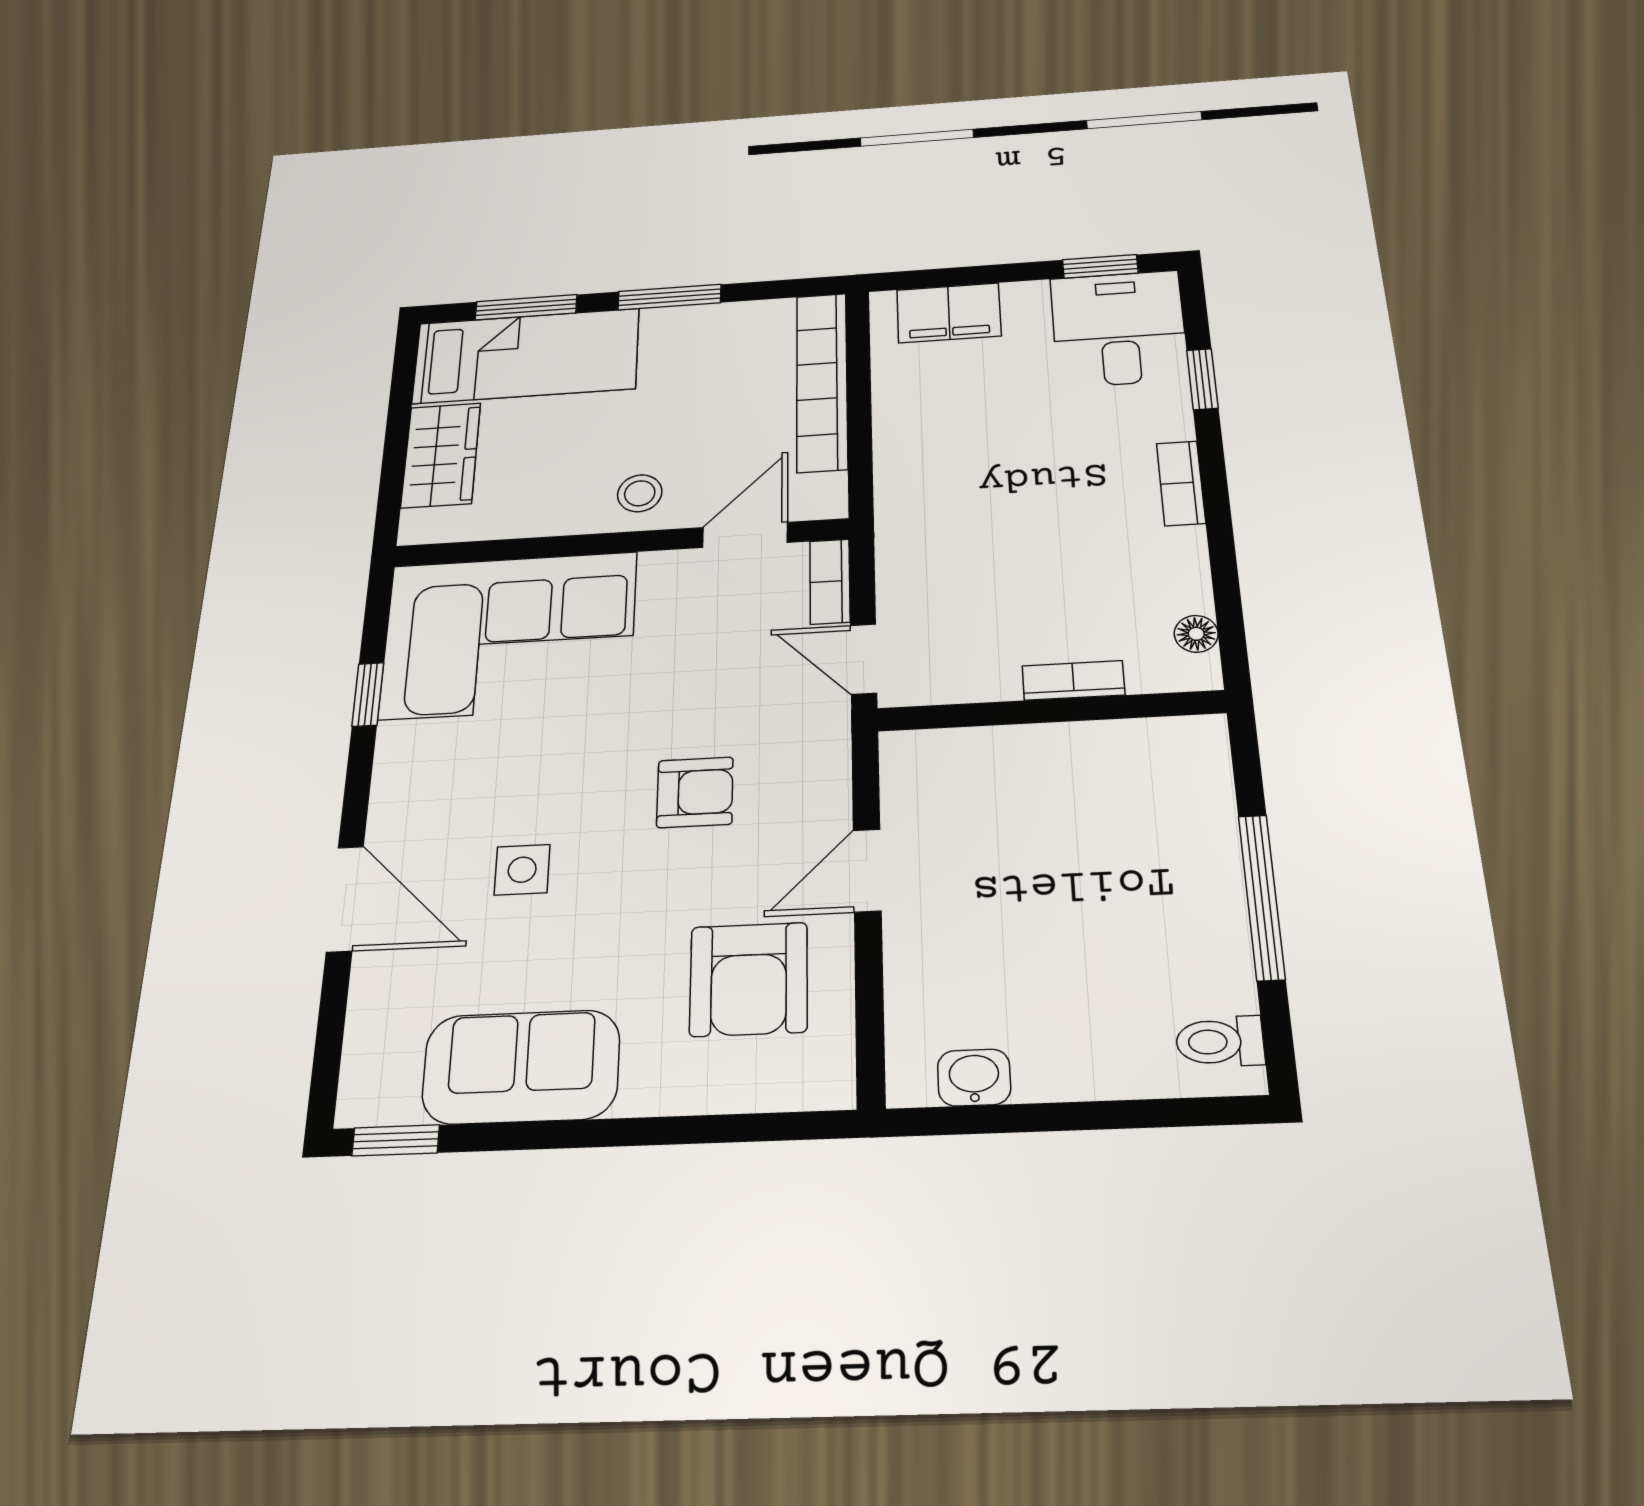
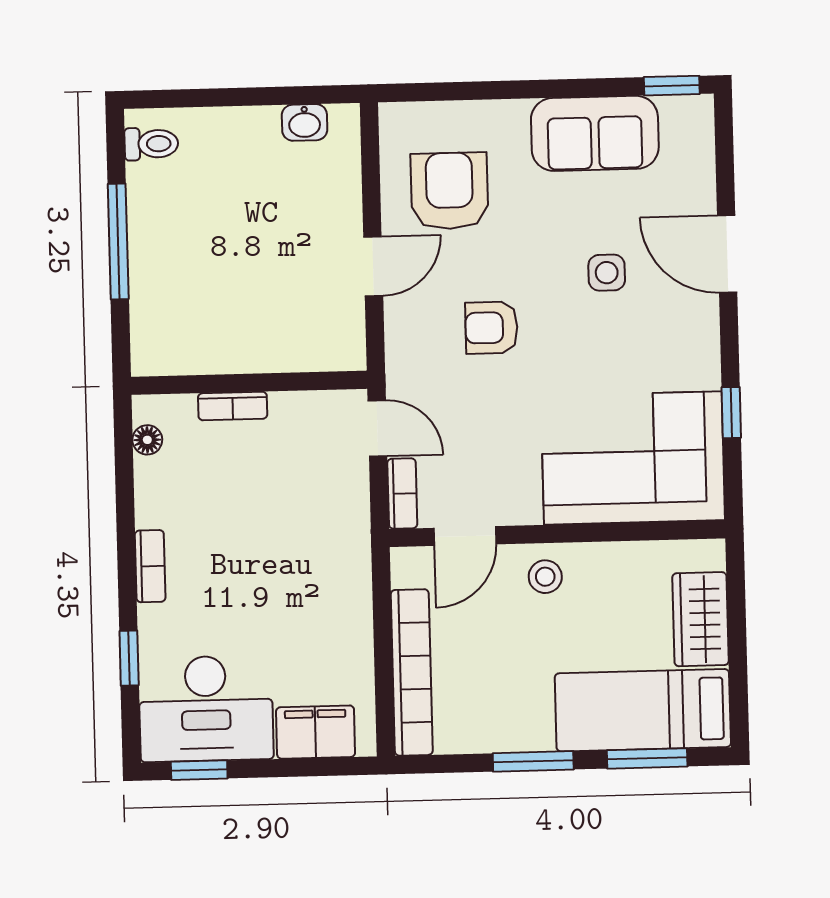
desk: (1119, 328) -> (206, 709), width x1.37

